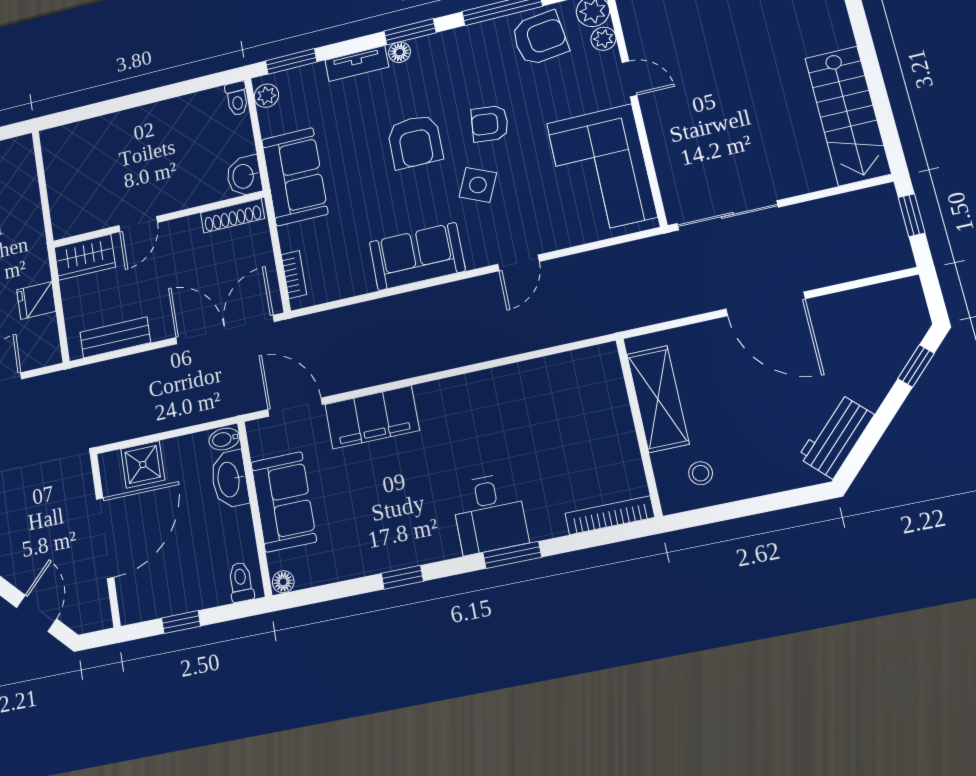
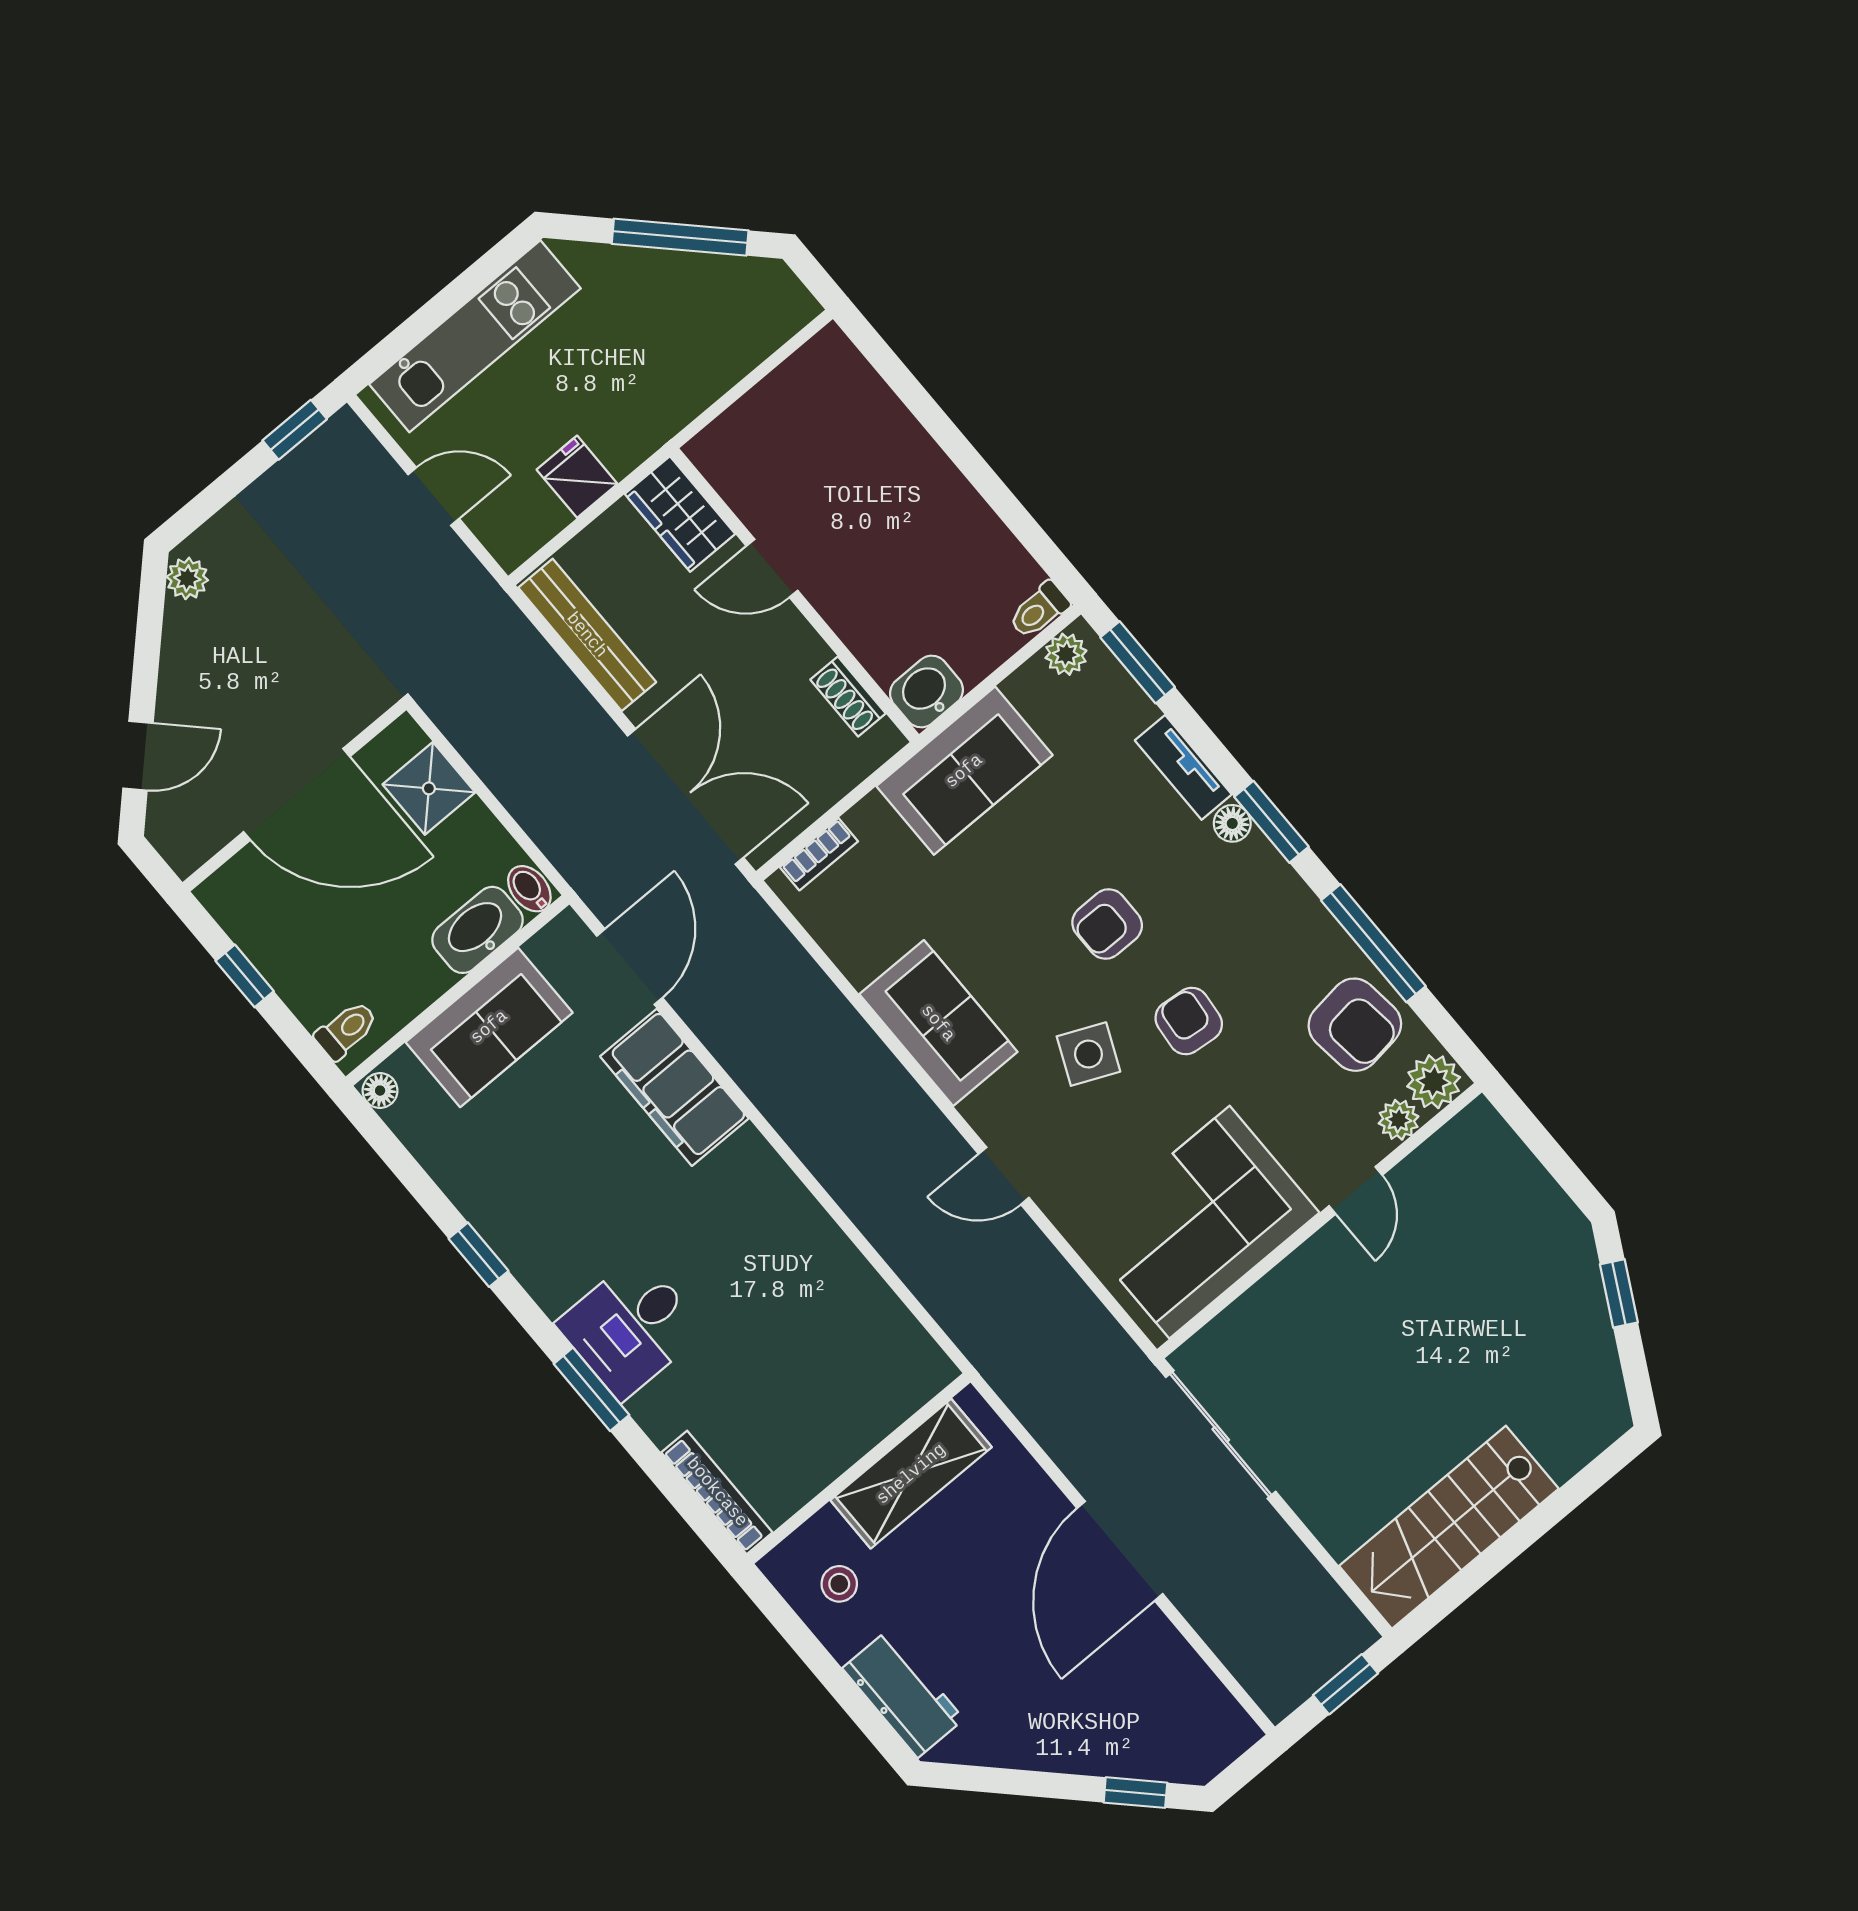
armchair: (415, 142) -> (1107, 924), width x0.72, depth x0.72
shoe rack: (232, 216) -> (848, 697), width x0.70
bench: (115, 337) -> (587, 635), width x1.36
workbench: (836, 436) -> (903, 1694), moved, turned 45

